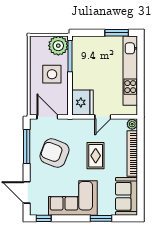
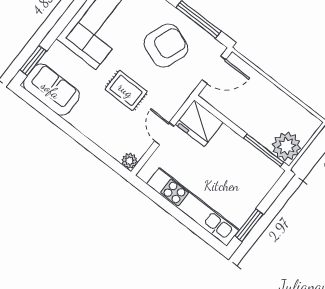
side table: (52, 74) -> (259, 113), removed
bookcase: (132, 153) -> (96, 135), removed
window: (101, 218) -> (33, 61), moved

